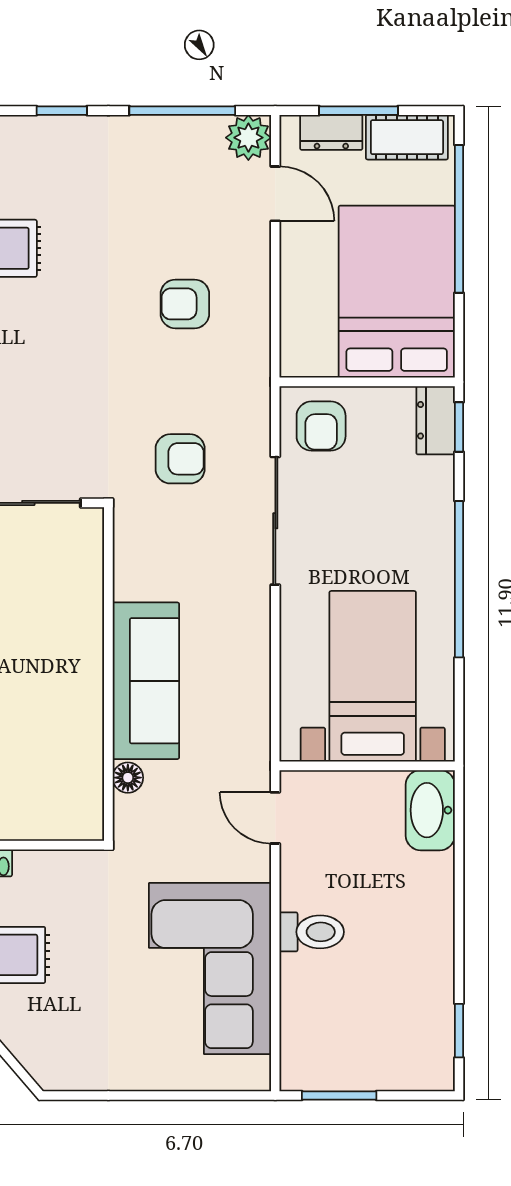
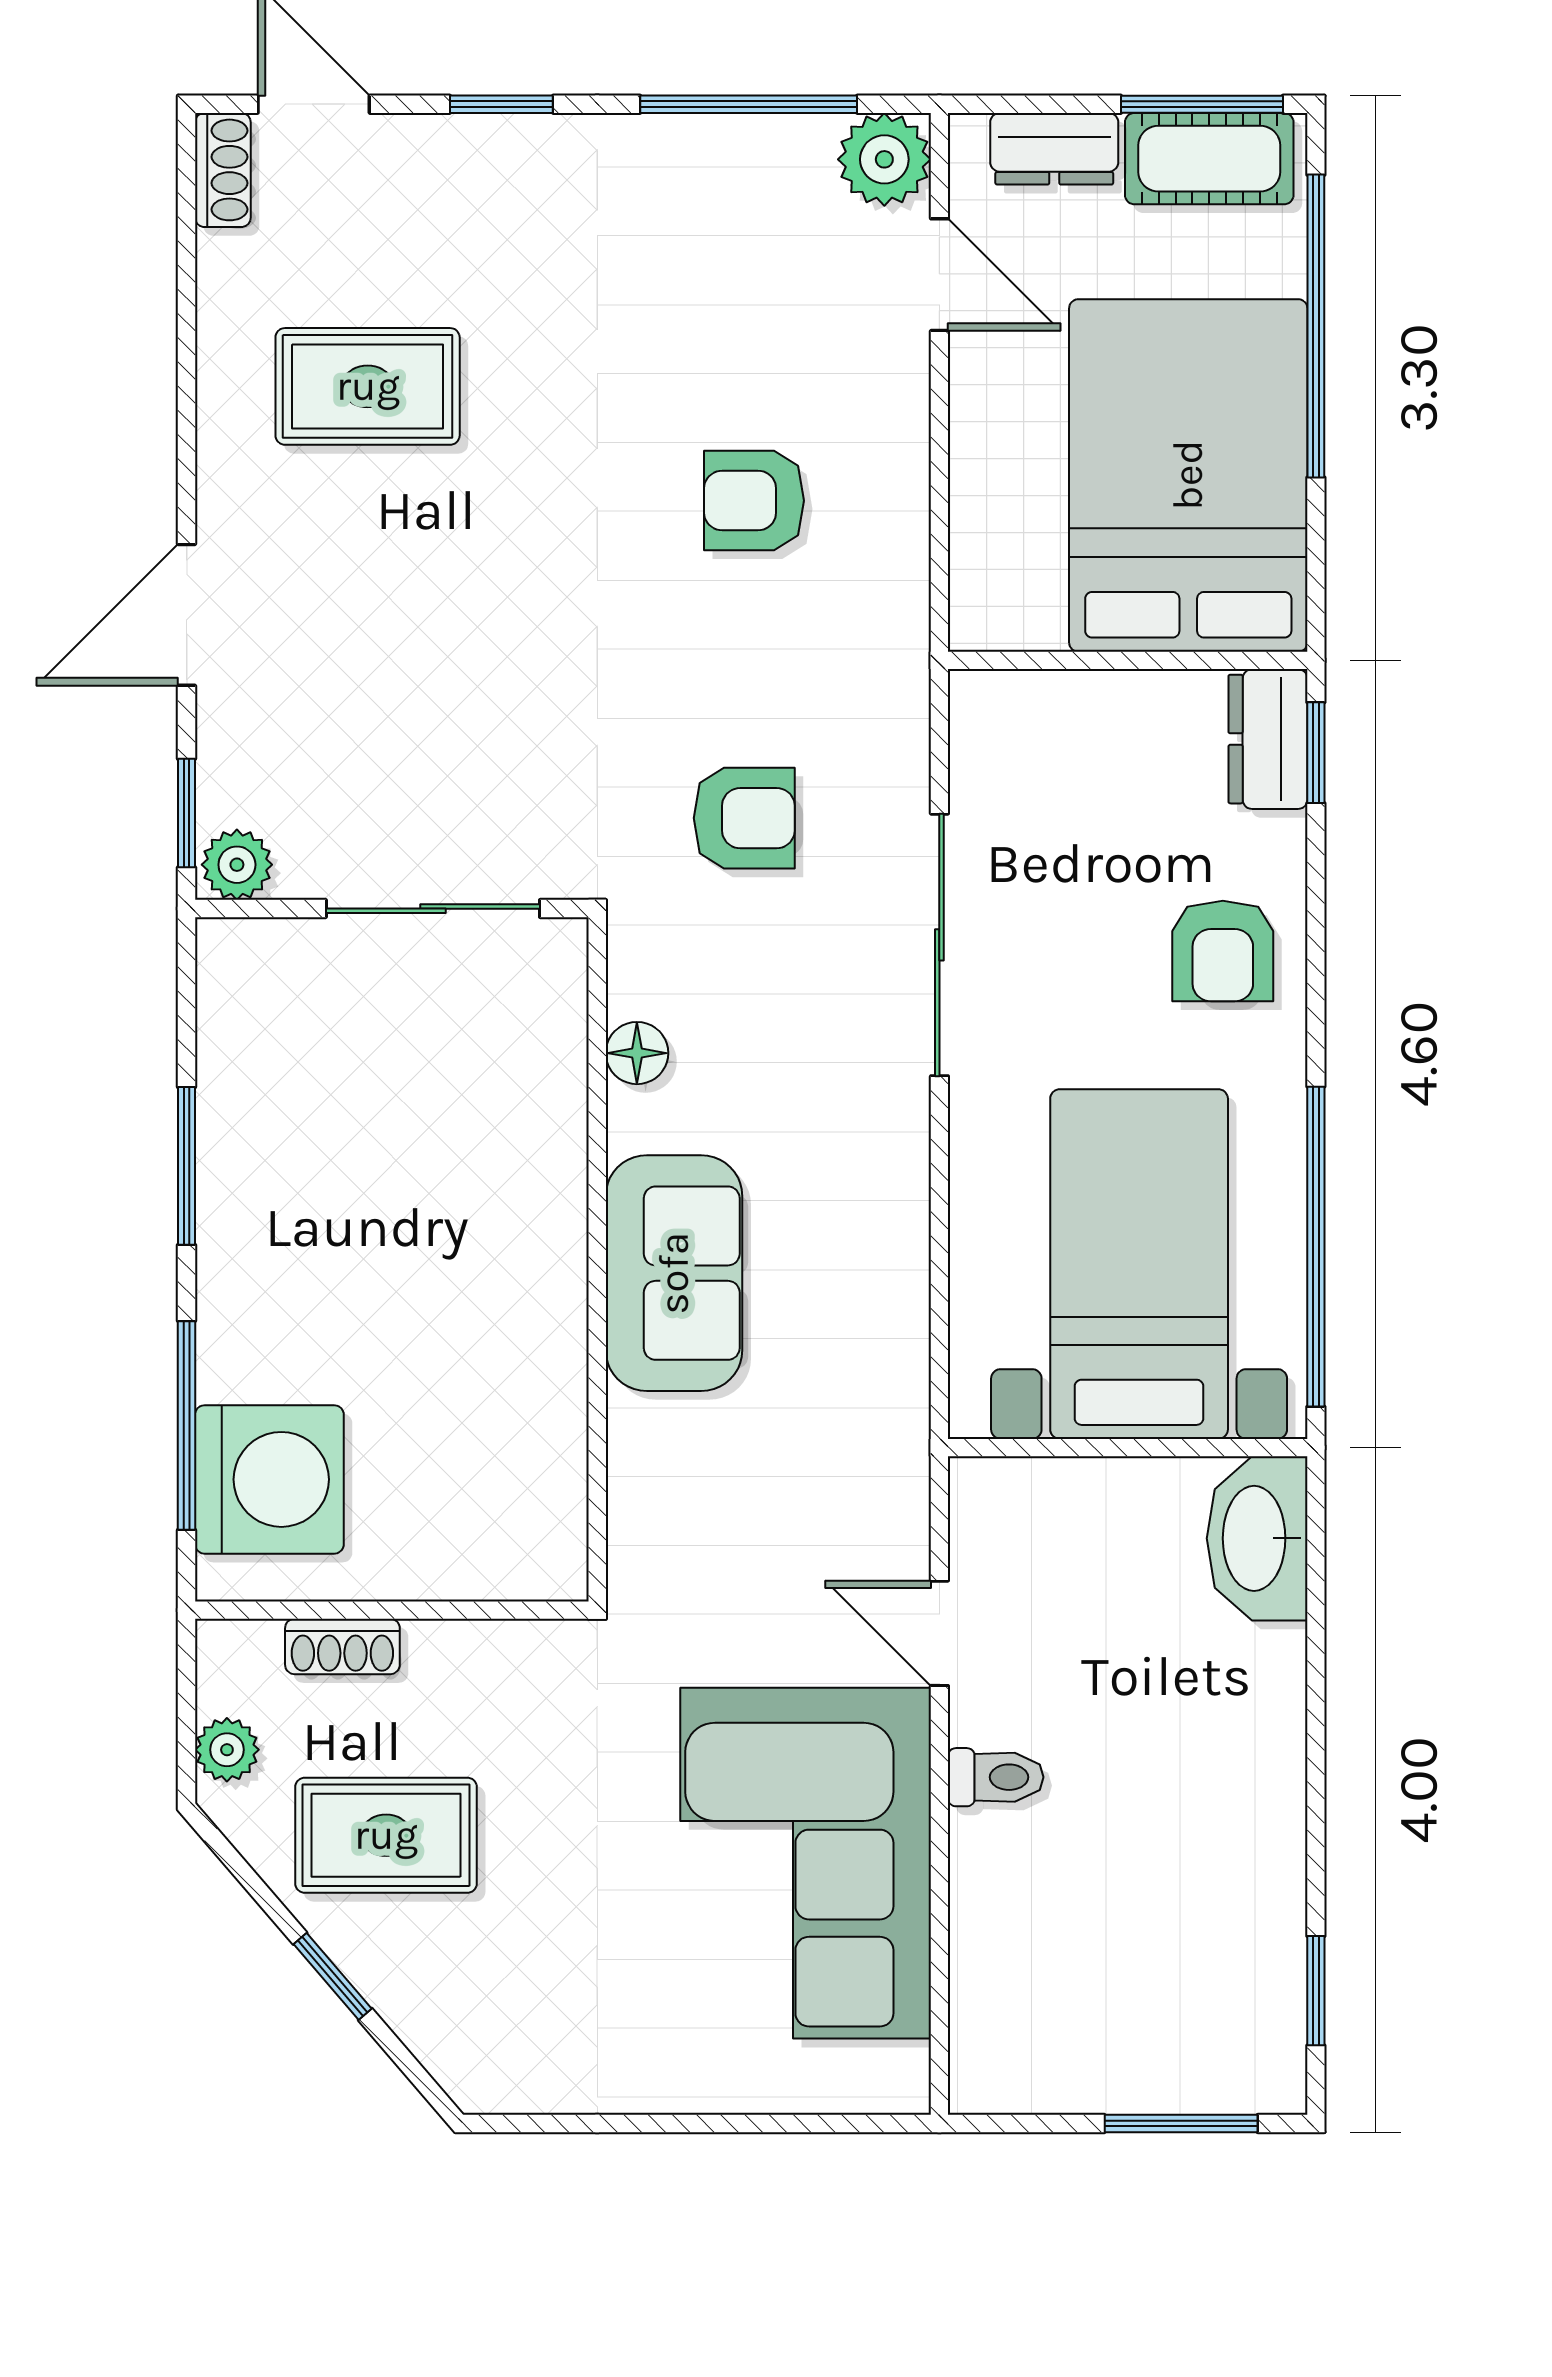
window: (359, 111) -> (1202, 104), moved
armchair: (321, 426) -> (1223, 951), moved
window: (459, 579) -> (1316, 1247), moved
sofa: (146, 681) -> (674, 1273), width x0.73
floor lamp: (128, 778) -> (637, 1053), moved
door: (275, 818) -> (939, 1633), moved
toilet: (312, 932) -> (996, 1777), width x0.73, depth x0.72
window: (339, 1095) -> (1181, 2124), moved

